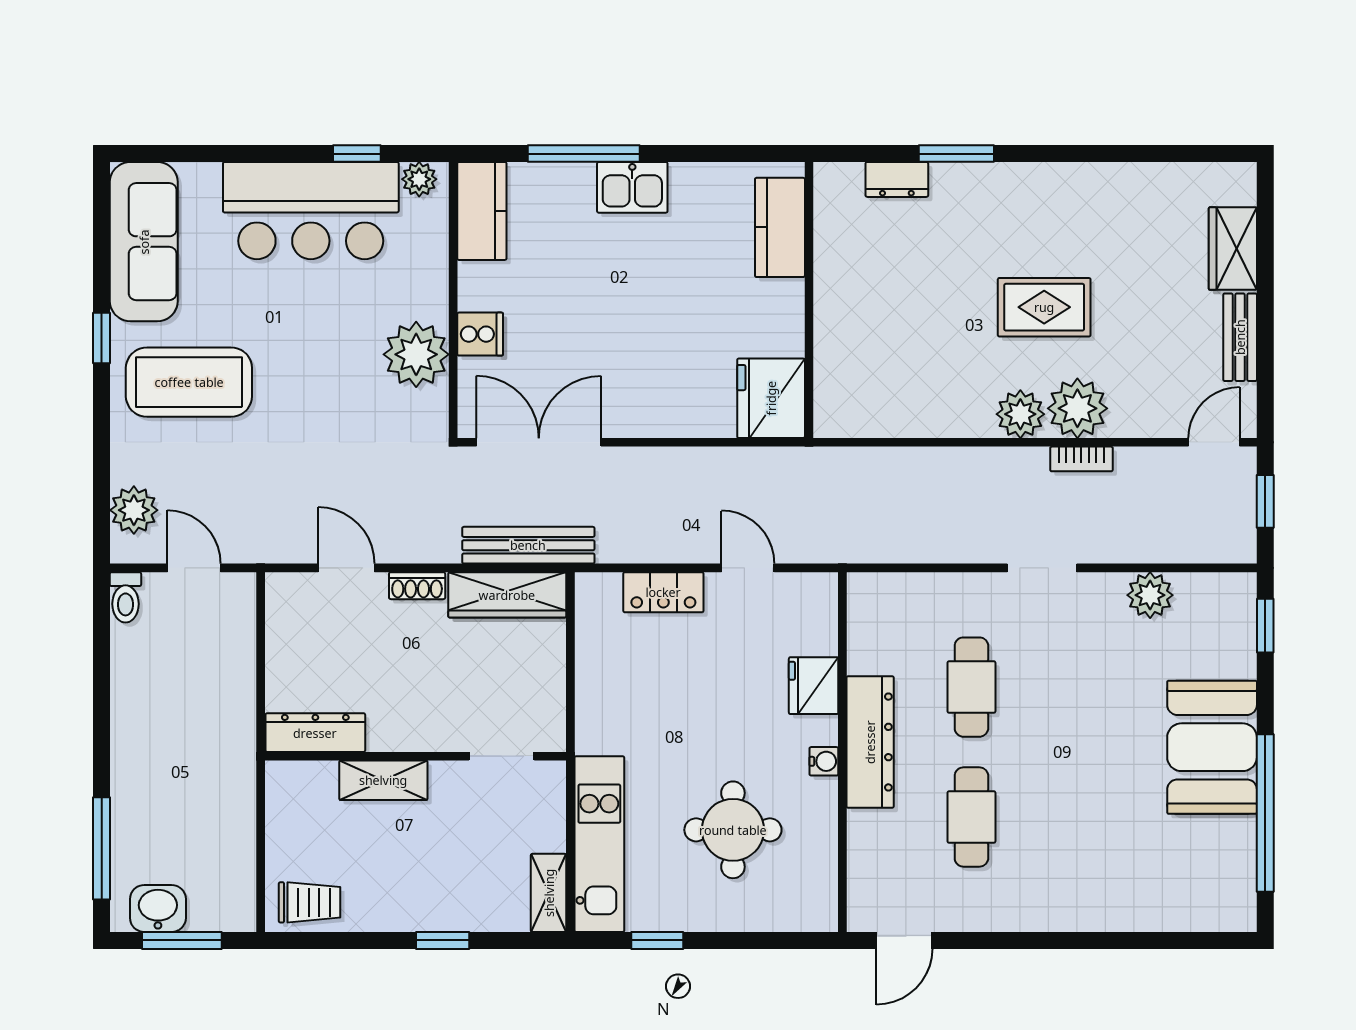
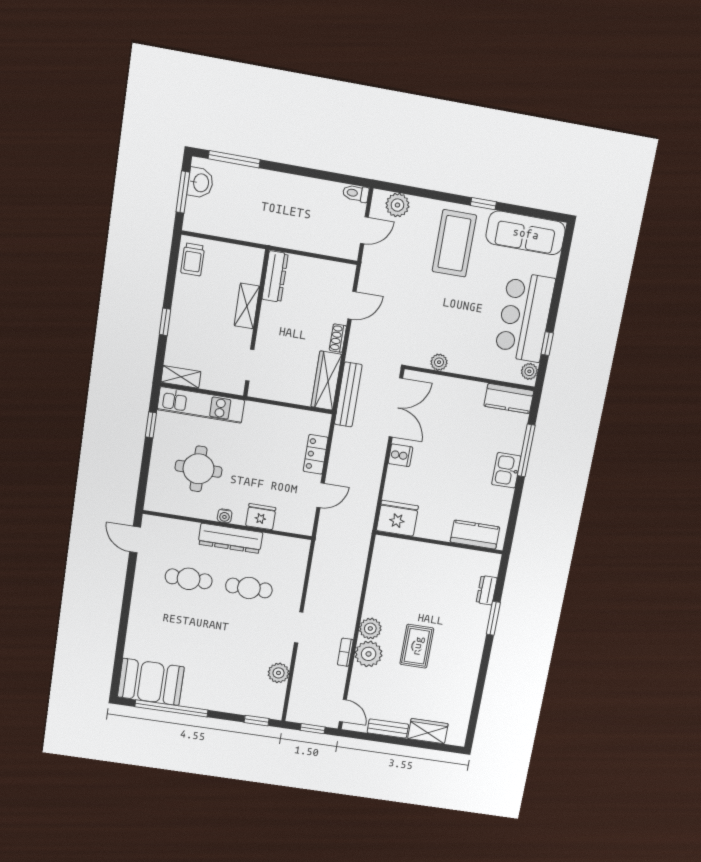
cooker: (480, 334) -> (400, 455), moved, turned -90
plant: (416, 354) -> (439, 362), width x0.53, depth x0.53
booth: (1212, 747) -> (151, 682), moved

